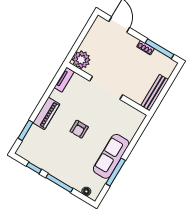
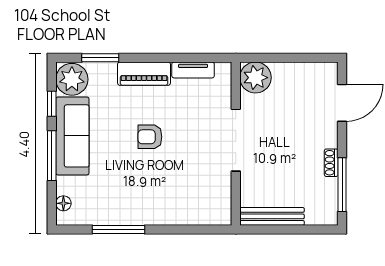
tv unit: (64, 80) -> (193, 70), moved
plant: (28, 151) -> (72, 79), added
sofa: (111, 156) -> (72, 136), moved, turned 90

